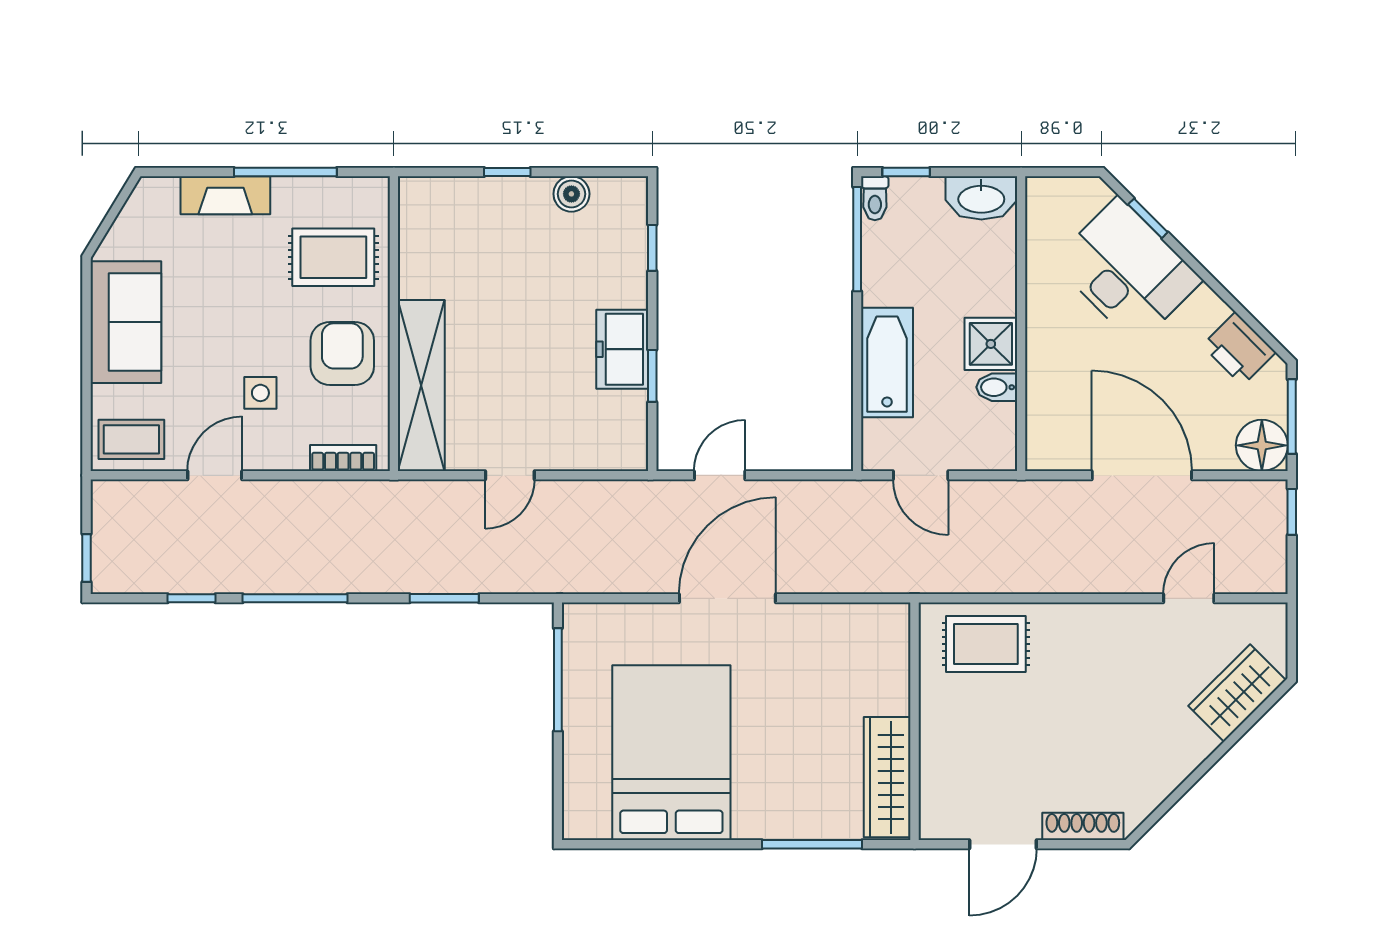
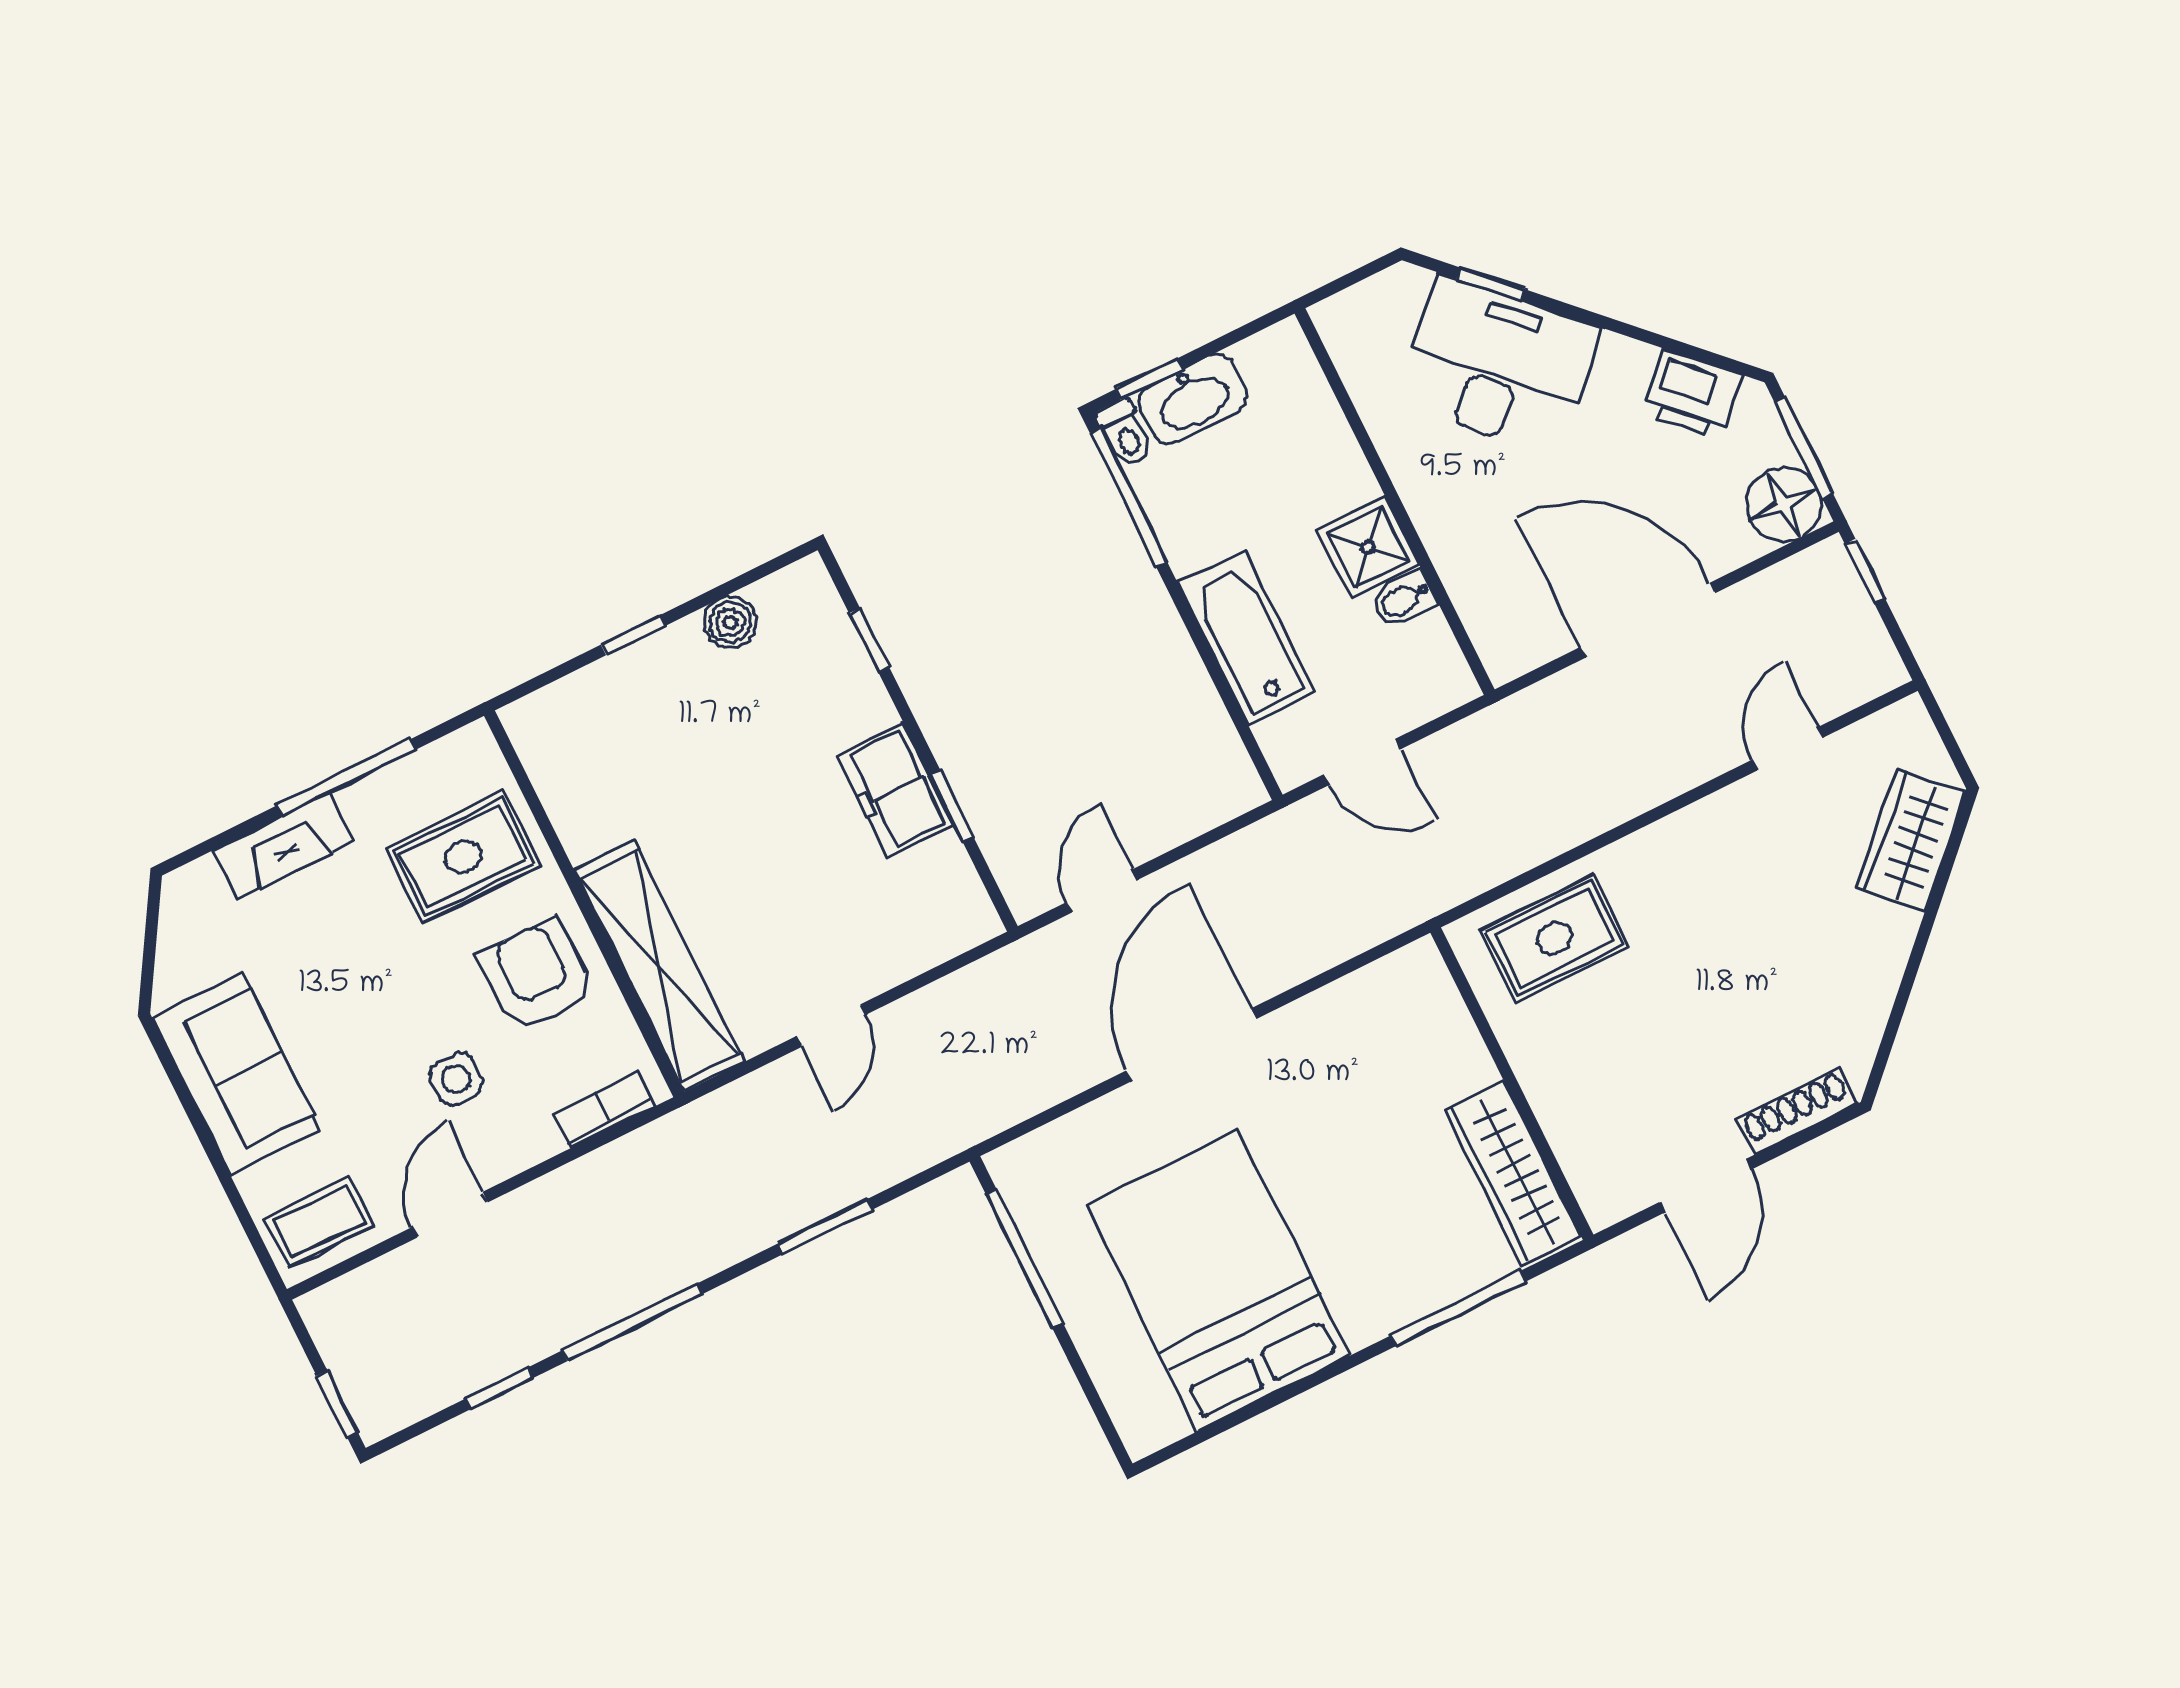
washbasin: (981, 198) -> (1193, 399), moved

